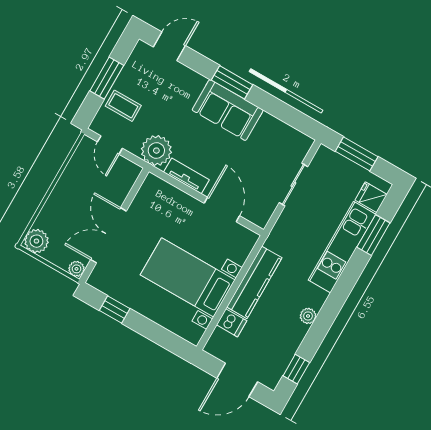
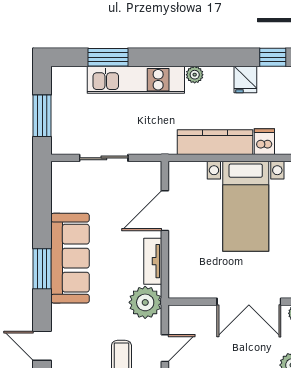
sofa: (228, 110) -> (70, 258), width x1.36
fridge: (371, 197) -> (245, 79), moved
plant: (308, 316) -> (195, 75), moved

